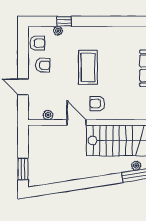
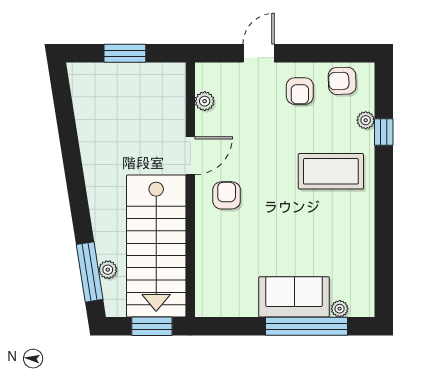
armchair: (37, 43) -> (342, 81), turned 88
coffee table: (88, 67) -> (331, 171), moved
window: (23, 169) -> (125, 53), moved

